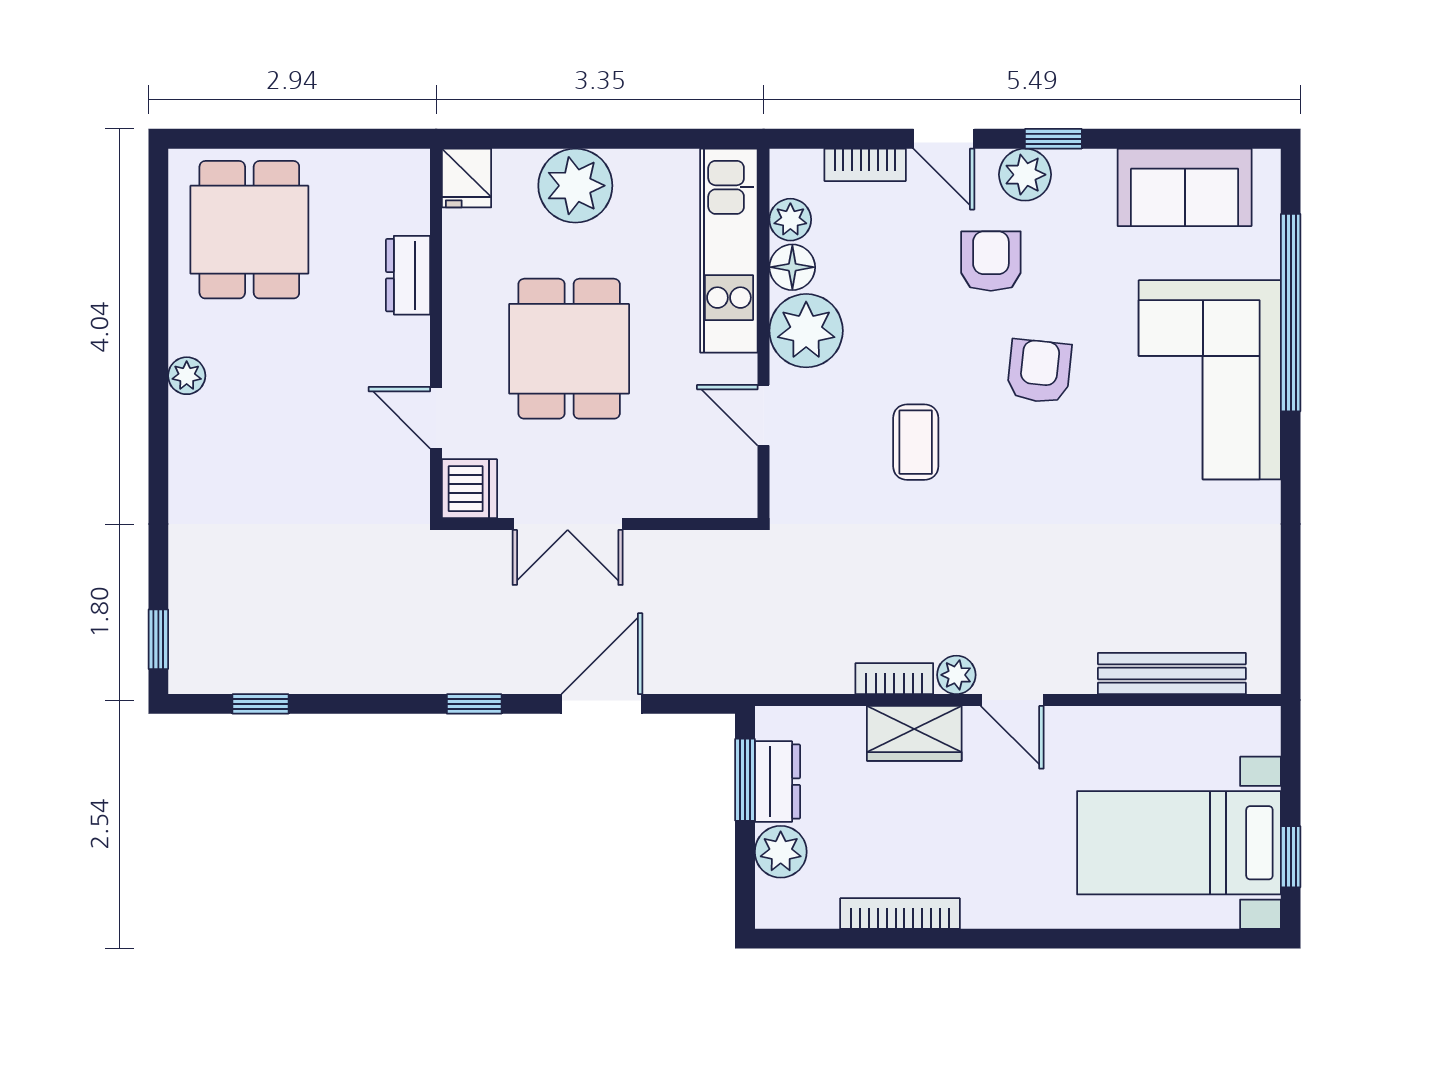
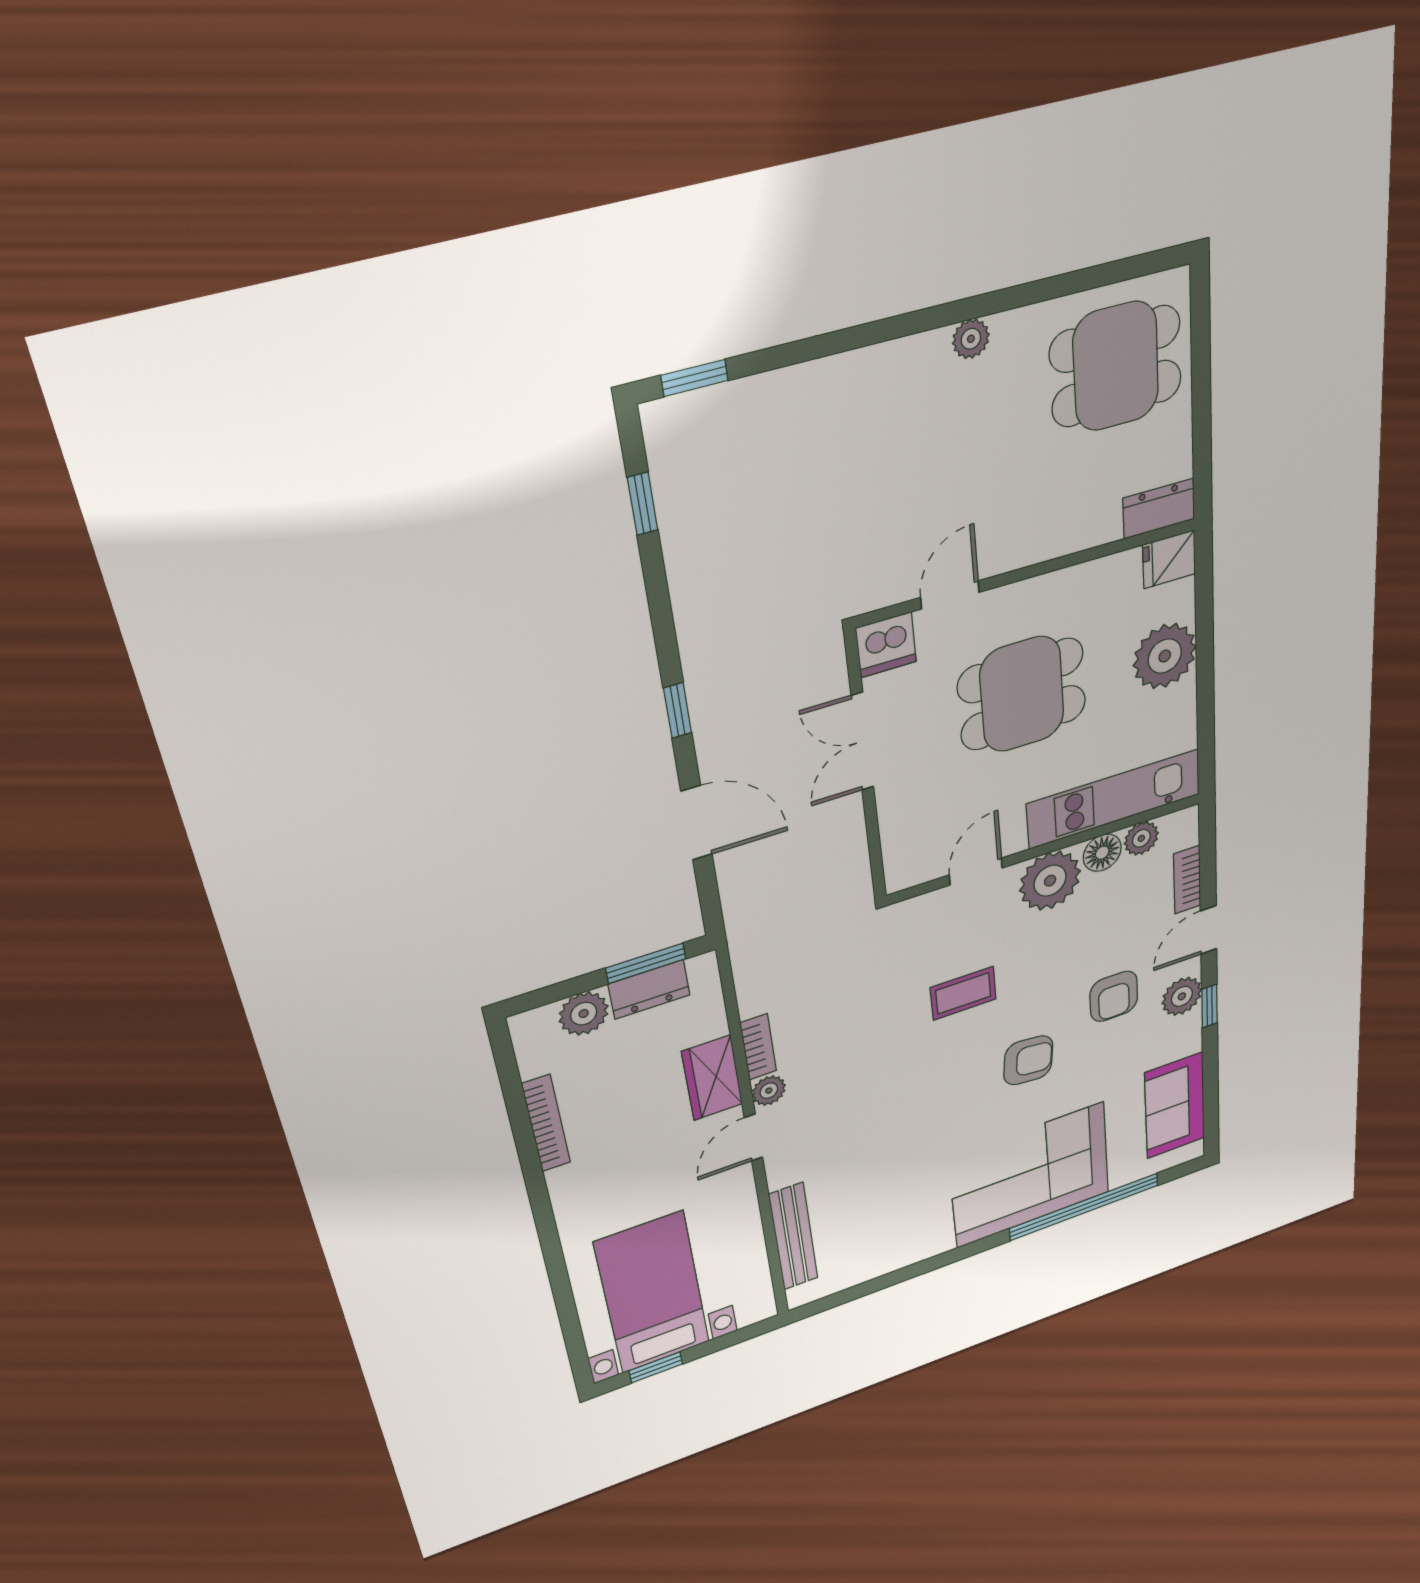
armchair: (991, 261) -> (1114, 996), turned 90
dresser: (408, 275) -> (1159, 509), moved

